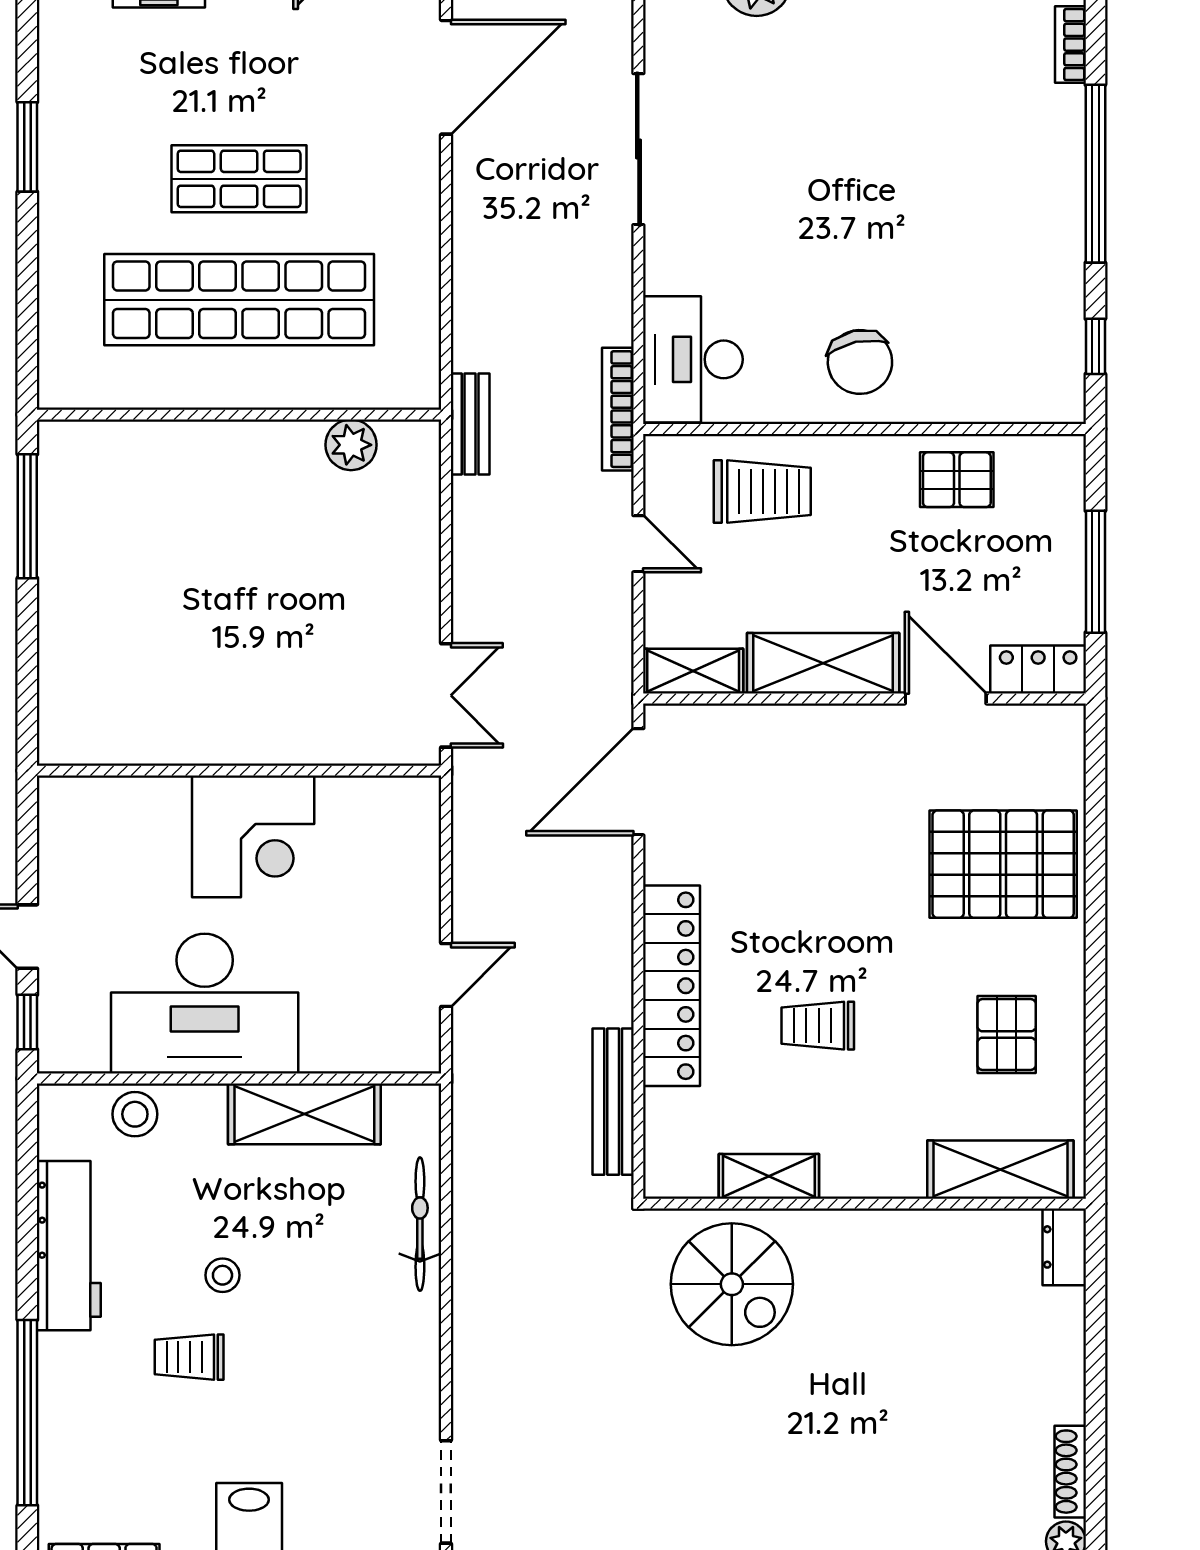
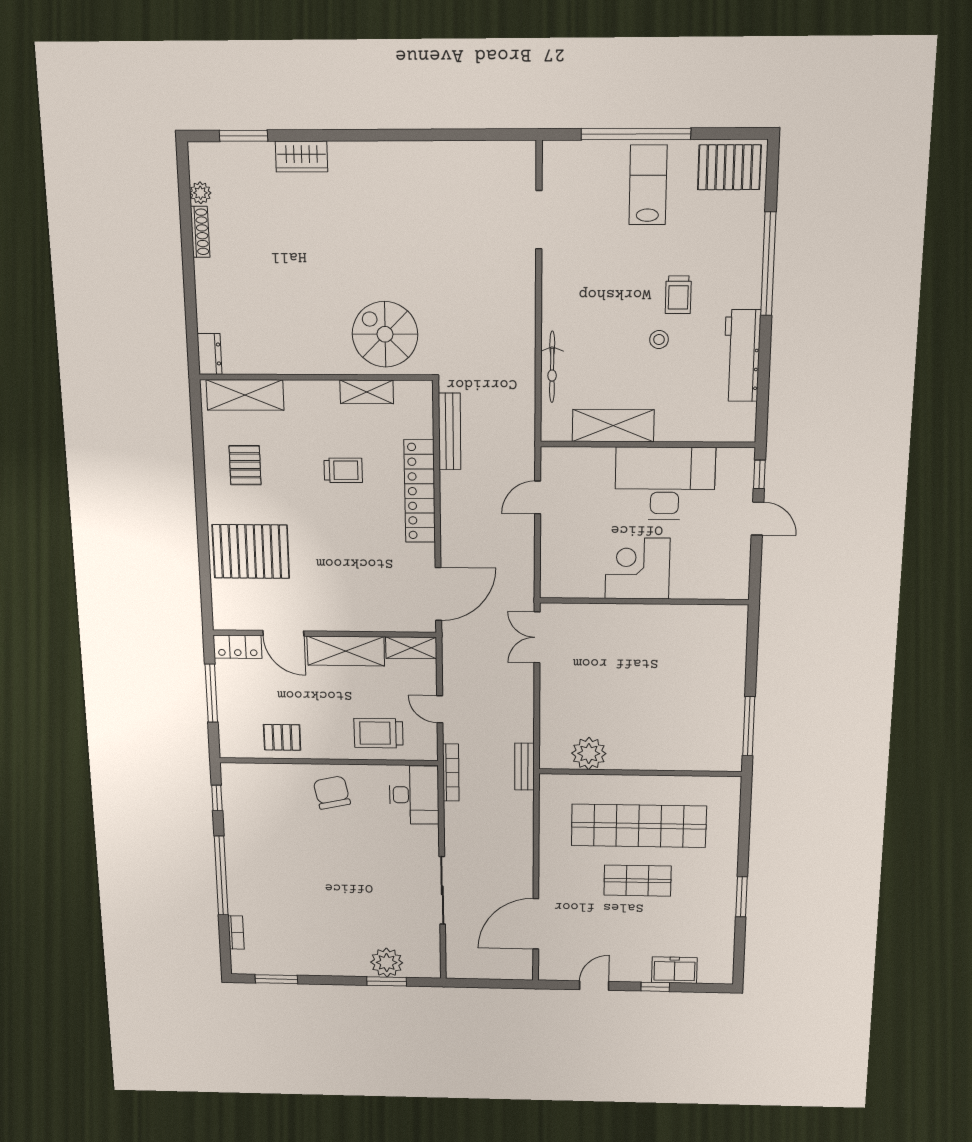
plant: (351, 445) -> (589, 753), width x1.36, depth x1.36
stool: (135, 1114) -> (704, 426), removed
trolley: (189, 1357) -> (678, 295), turned 90

